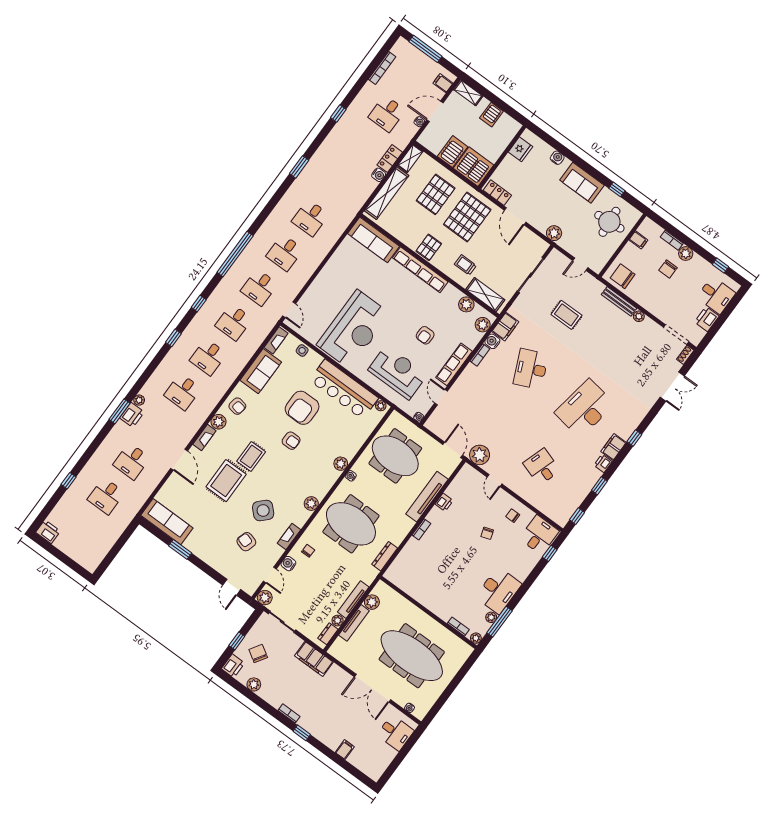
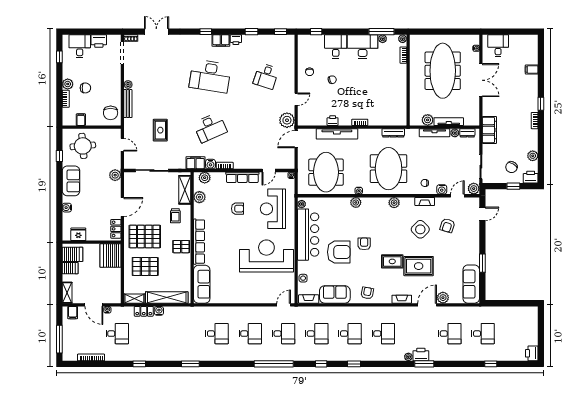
server rack: (453, 152) -> (72, 254), moved, turned 180
plant: (218, 422) -> (443, 298), moved
desk: (539, 535) -> (336, 47), moved, turned 90

